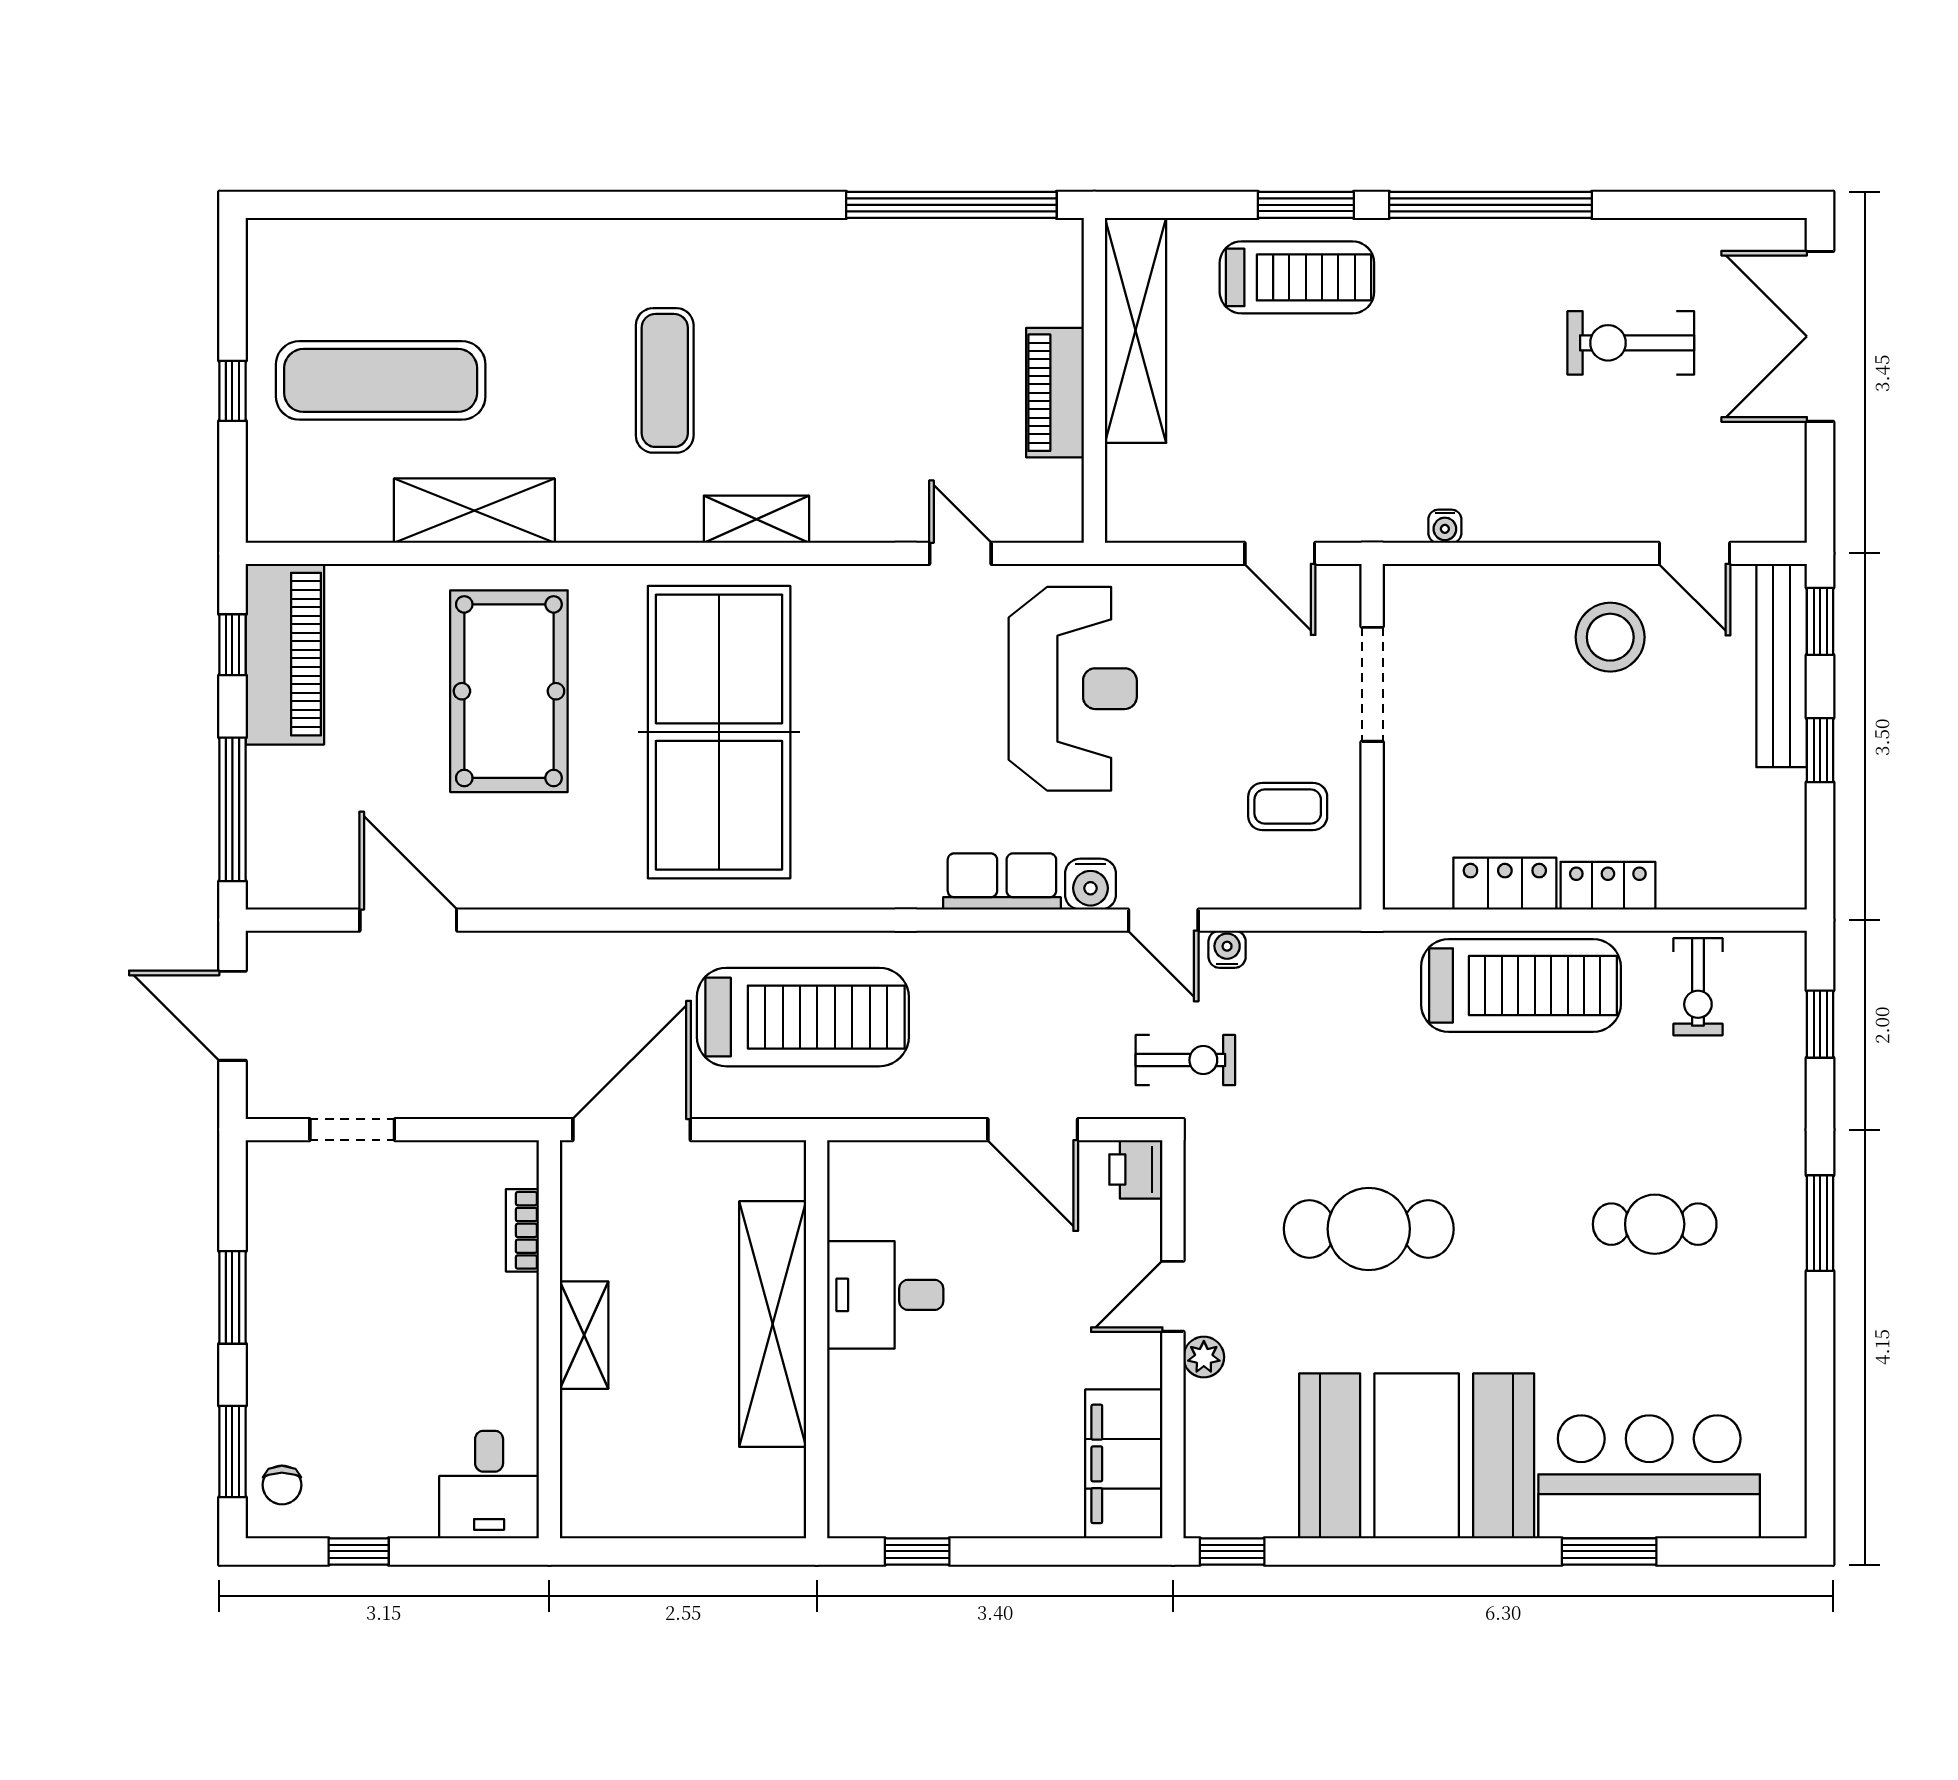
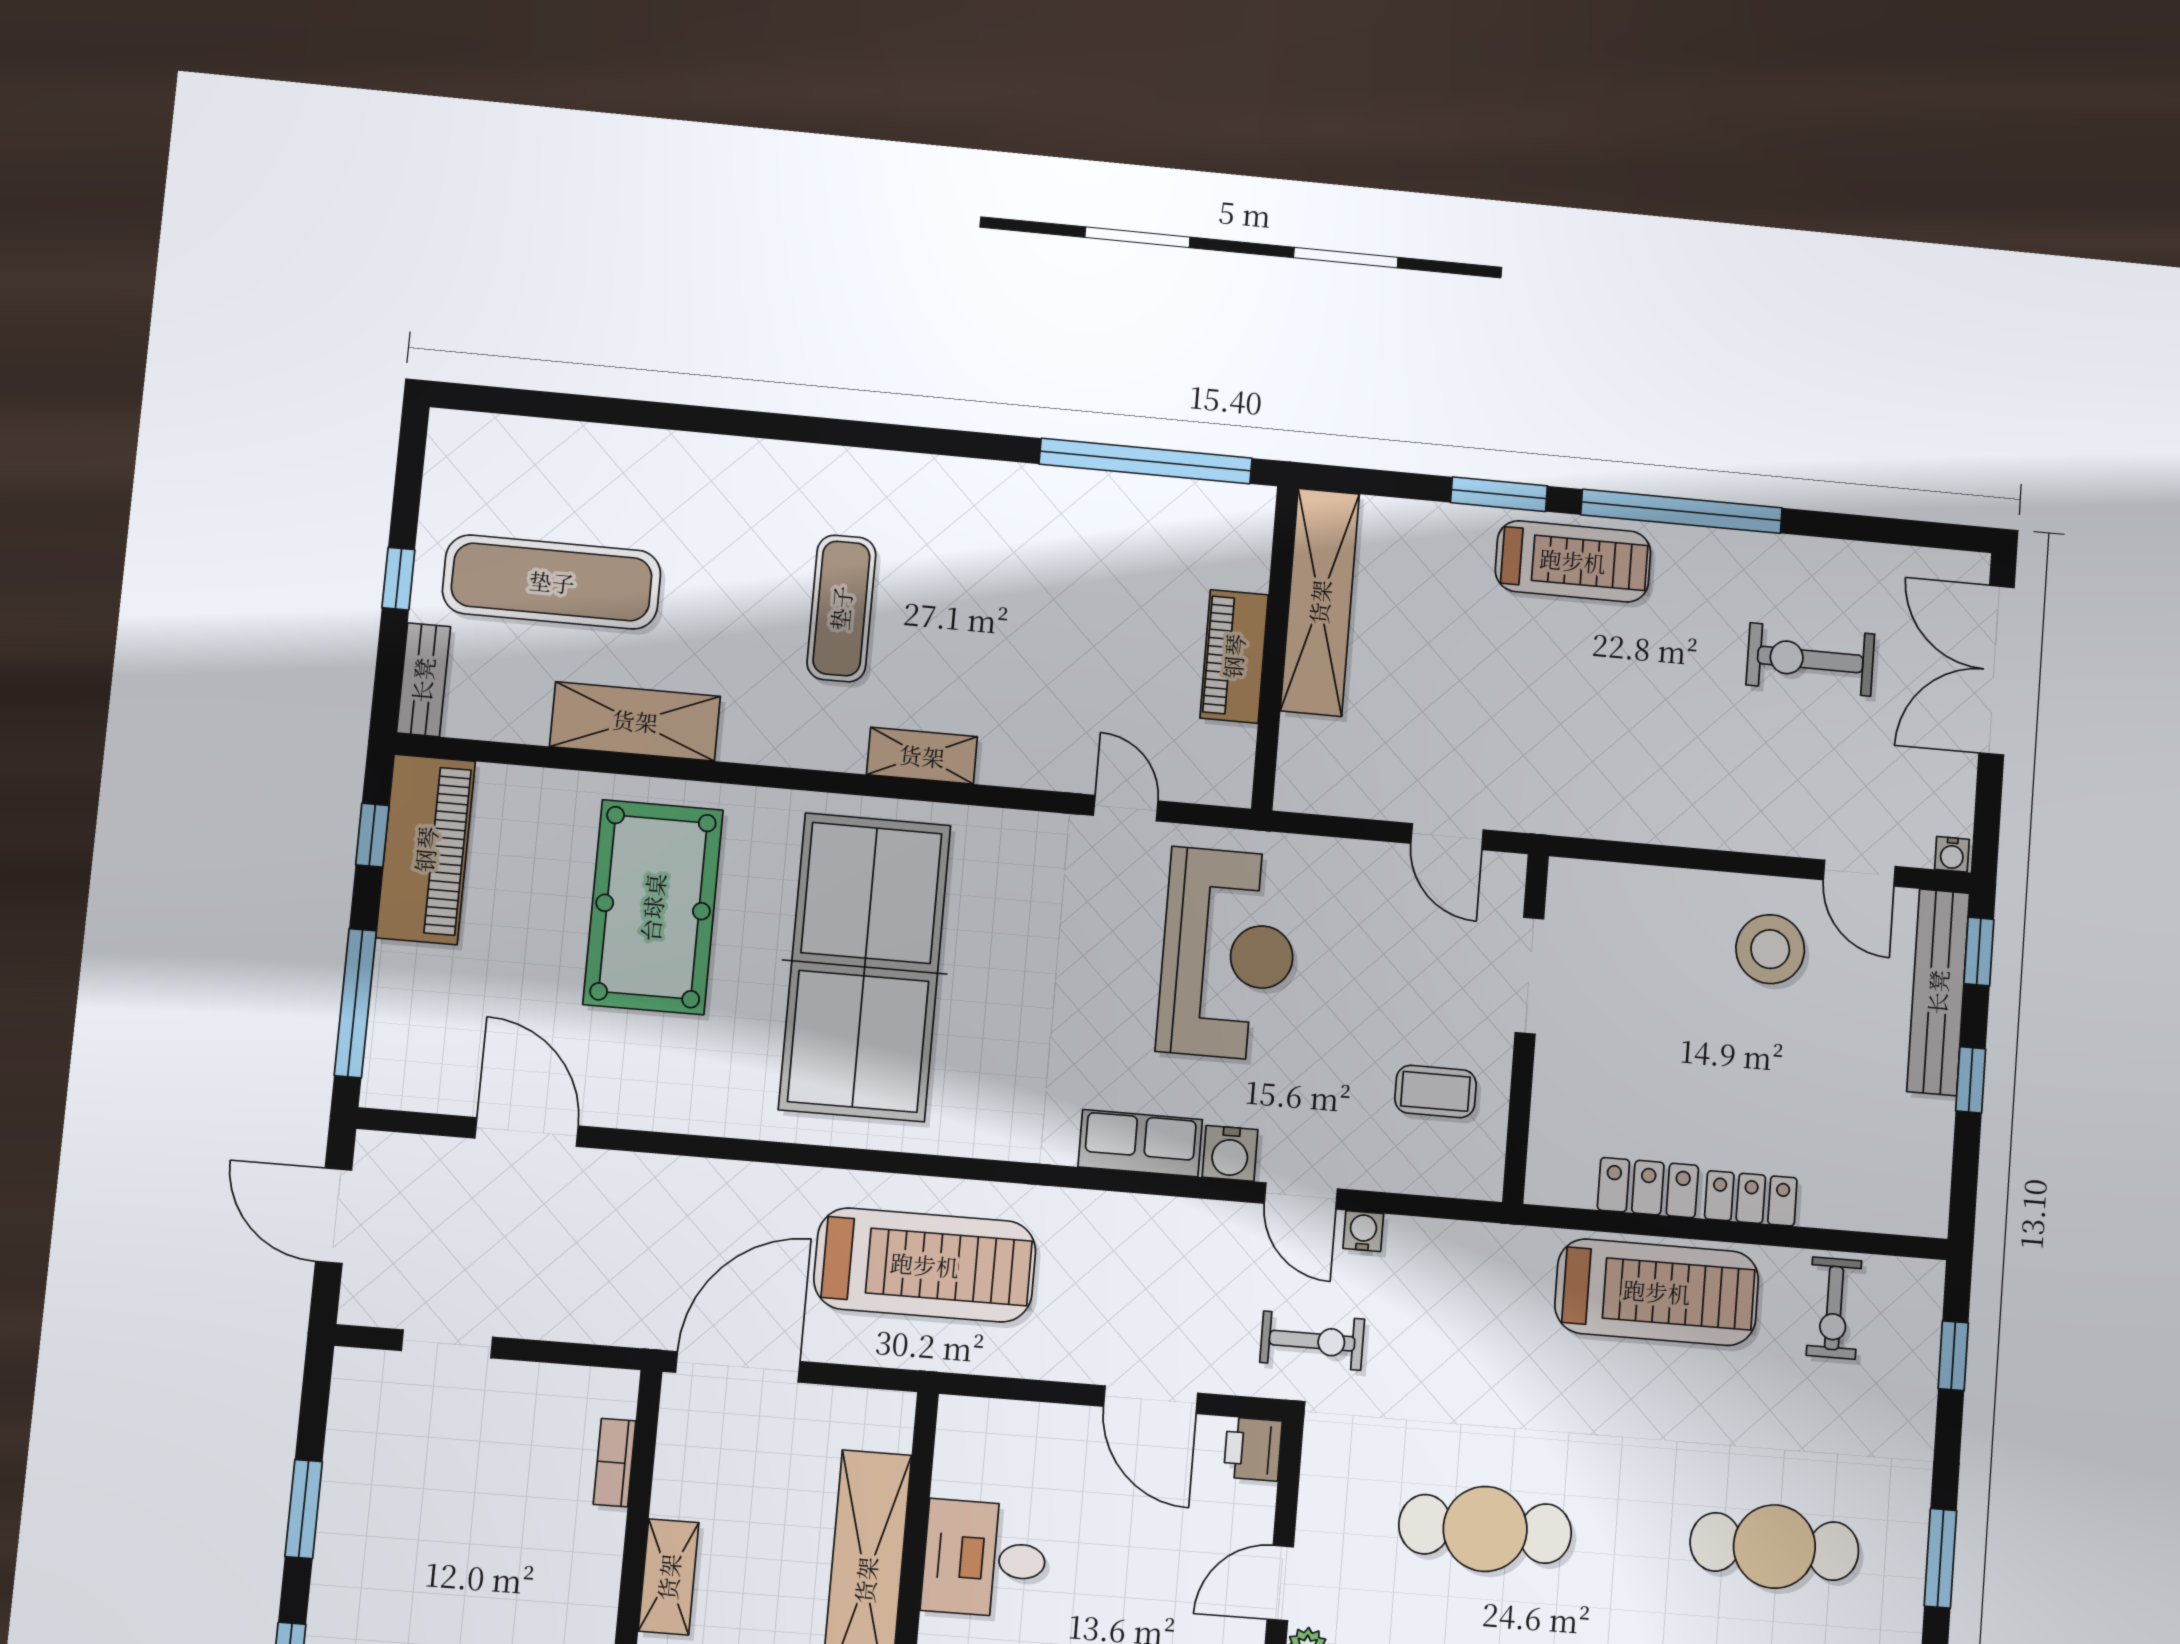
treadmill: (1297, 277) -> (1573, 561), moved
bench: (266, 488) -> (423, 680), added
water cooler: (1445, 526) -> (1952, 854), moved
cafe table: (1655, 1224) -> (1774, 1547), width x1.37, depth x1.35

